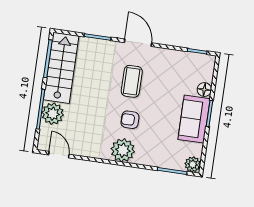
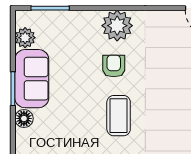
armchair: (130, 120) -> (114, 66), turned -90
plant: (193, 164) -> (25, 38), moved

